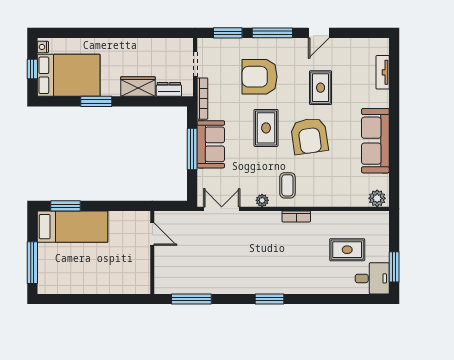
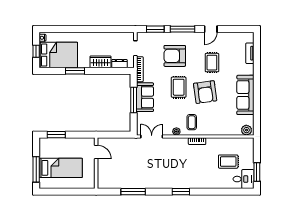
bed: (73, 227) -> (61, 168), moved
door: (152, 234) -> (96, 152), moved
wall: (152, 252) -> (96, 163), moved

